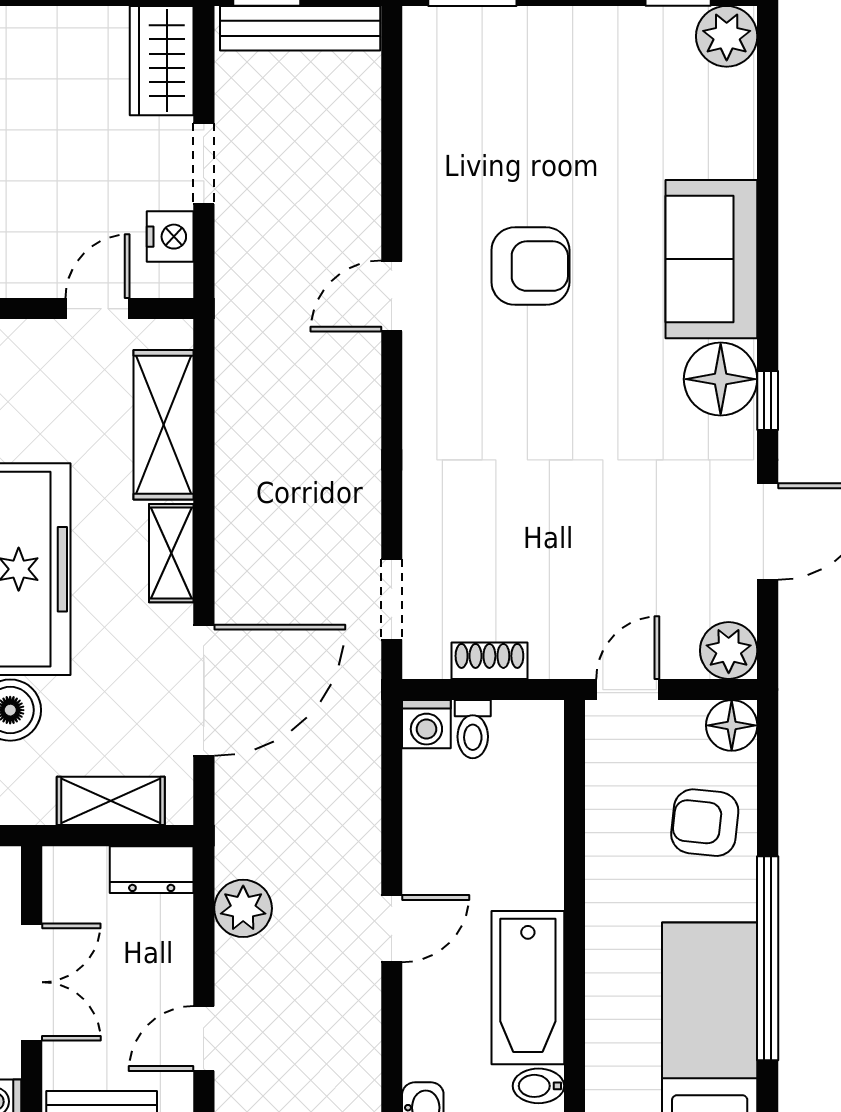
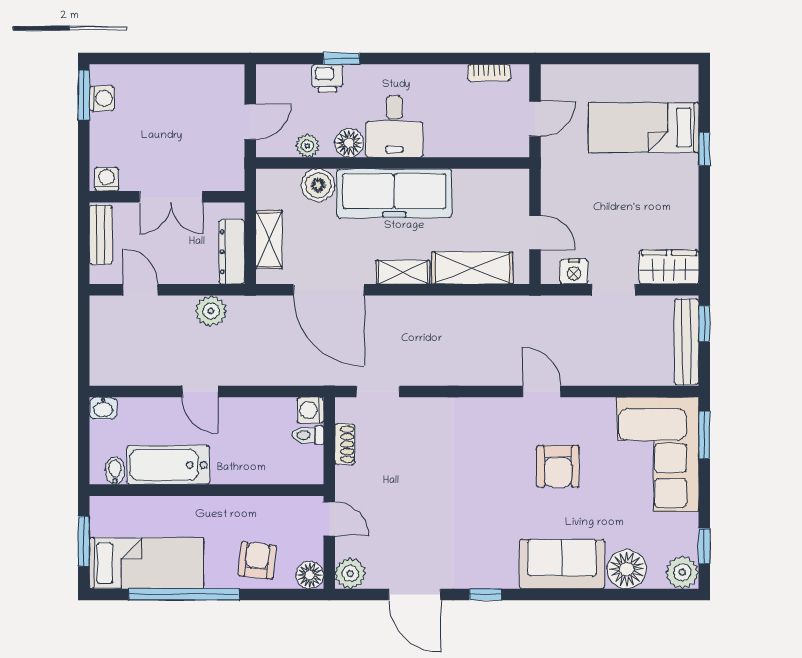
corner sofa: (508, 81) -> (658, 454), added
floor lamp: (721, 379) -> (627, 569), moved
dresser: (152, 870) -> (232, 252), width x1.44

